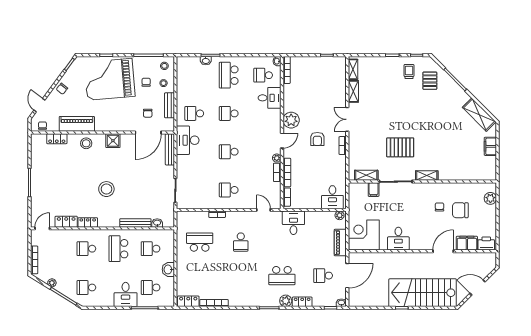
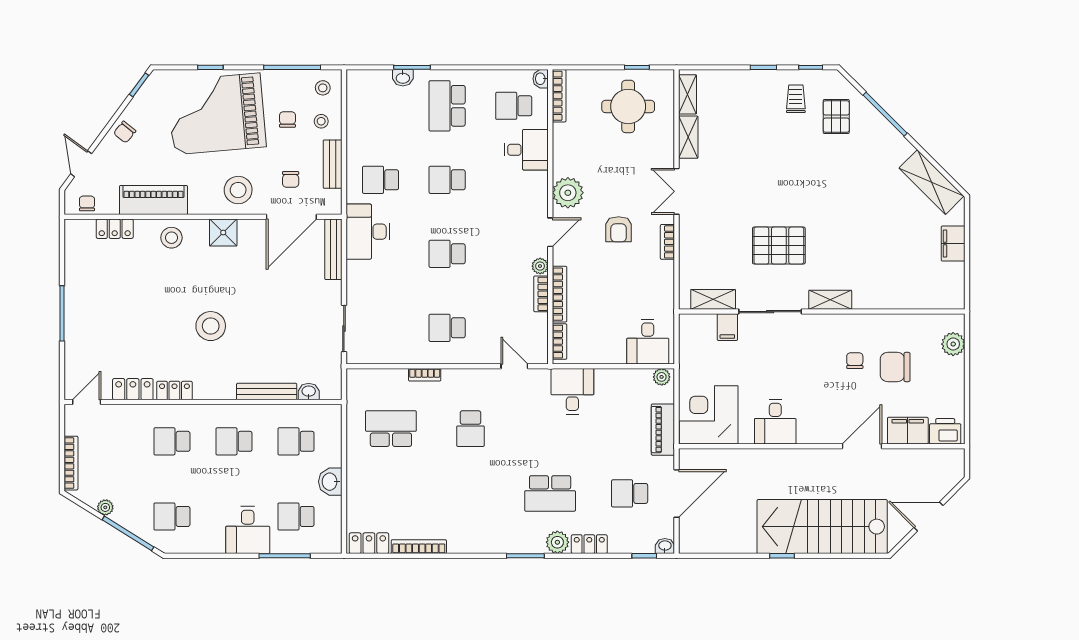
round table: (322, 76) -> (628, 106), added
stool: (121, 119) -> (238, 190), added
school desk: (118, 249) -> (234, 441), width x0.54

